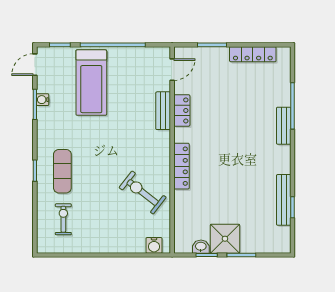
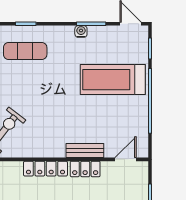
door: (172, 70) -> (126, 159), swing flipped
water cooler: (43, 100) -> (81, 31), moved
locker: (181, 166) -> (45, 169), moved

